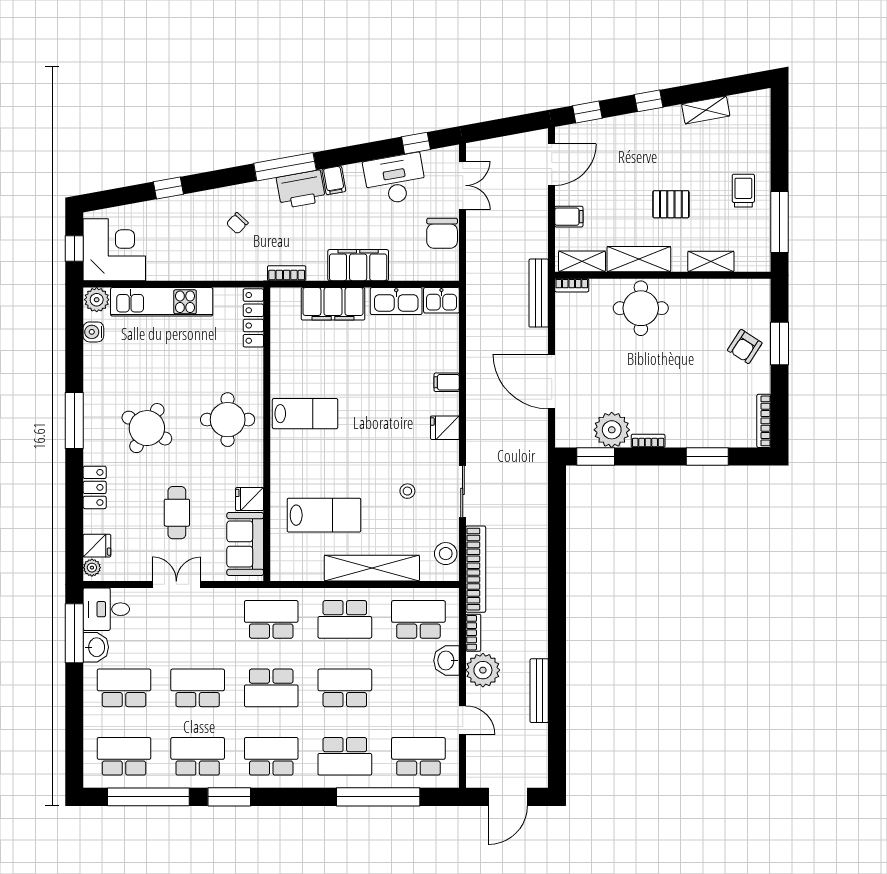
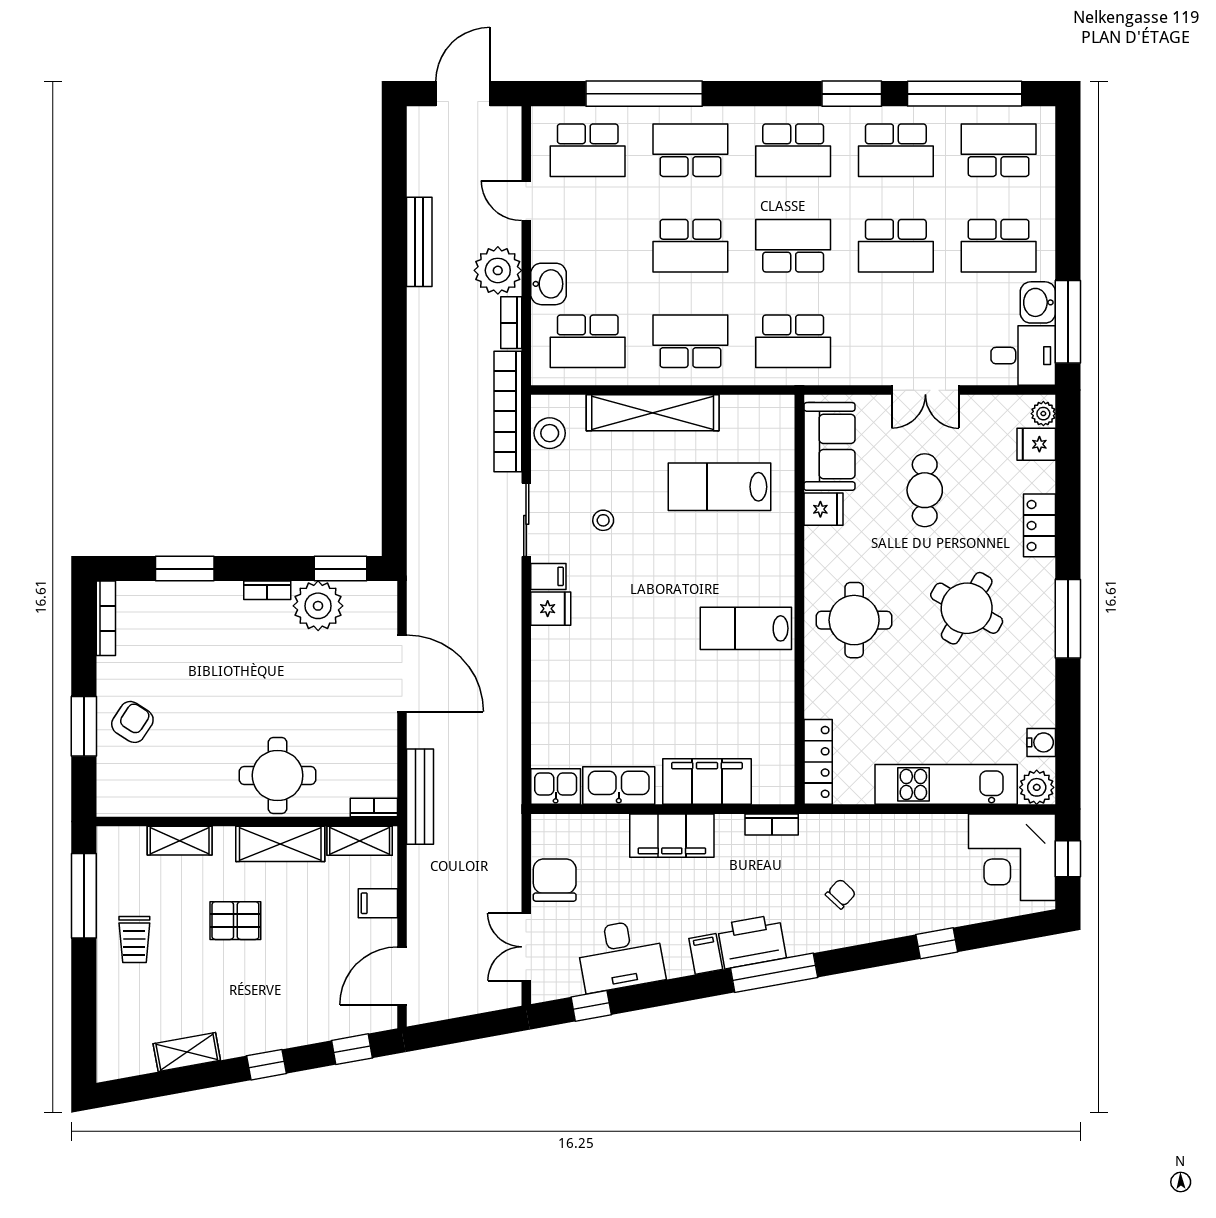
filing cabinet: (447, 382) -> (548, 576), moved
school desk: (124, 756) -> (999, 150), turned 180

